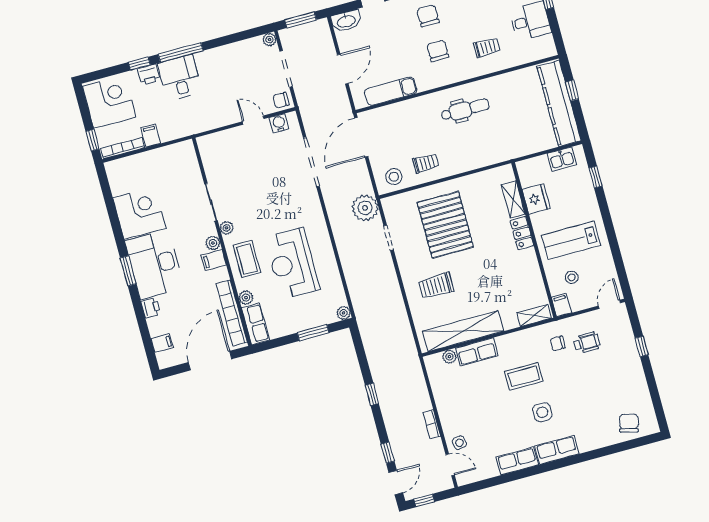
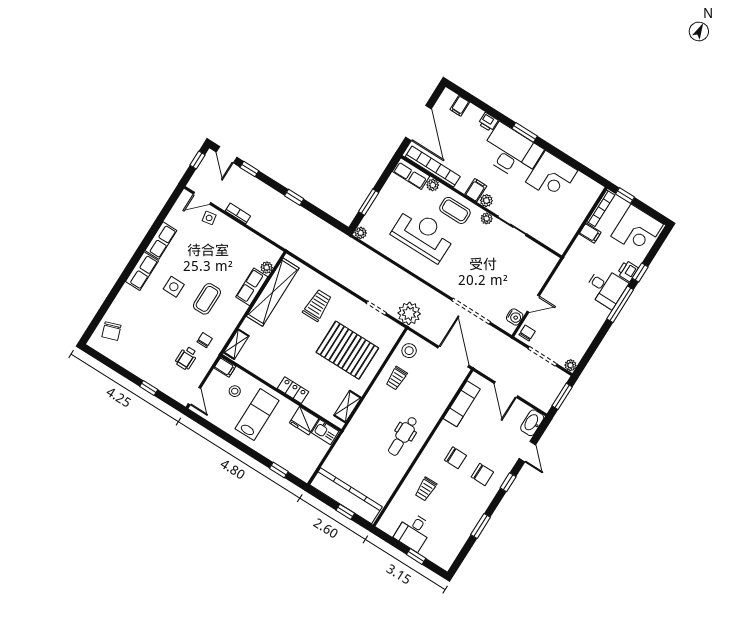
kitchen sink: (562, 159) -> (325, 432), moved, turned -90
shelving: (513, 199) -> (347, 407), moved, turned 90
chair: (629, 423) -> (111, 331), turned 56

